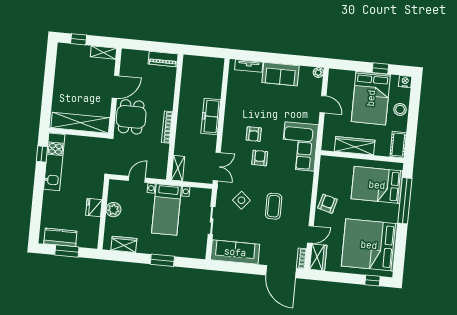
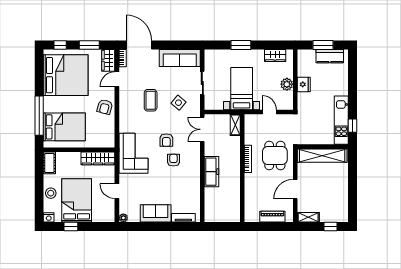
piano: (163, 59) -> (272, 217), moved
dining table: (131, 117) -> (275, 155), moved
wardrobe: (355, 146) -> (98, 158), moved
door: (137, 179) -> (269, 112), swing flipped
window: (339, 277) -> (89, 45), added

